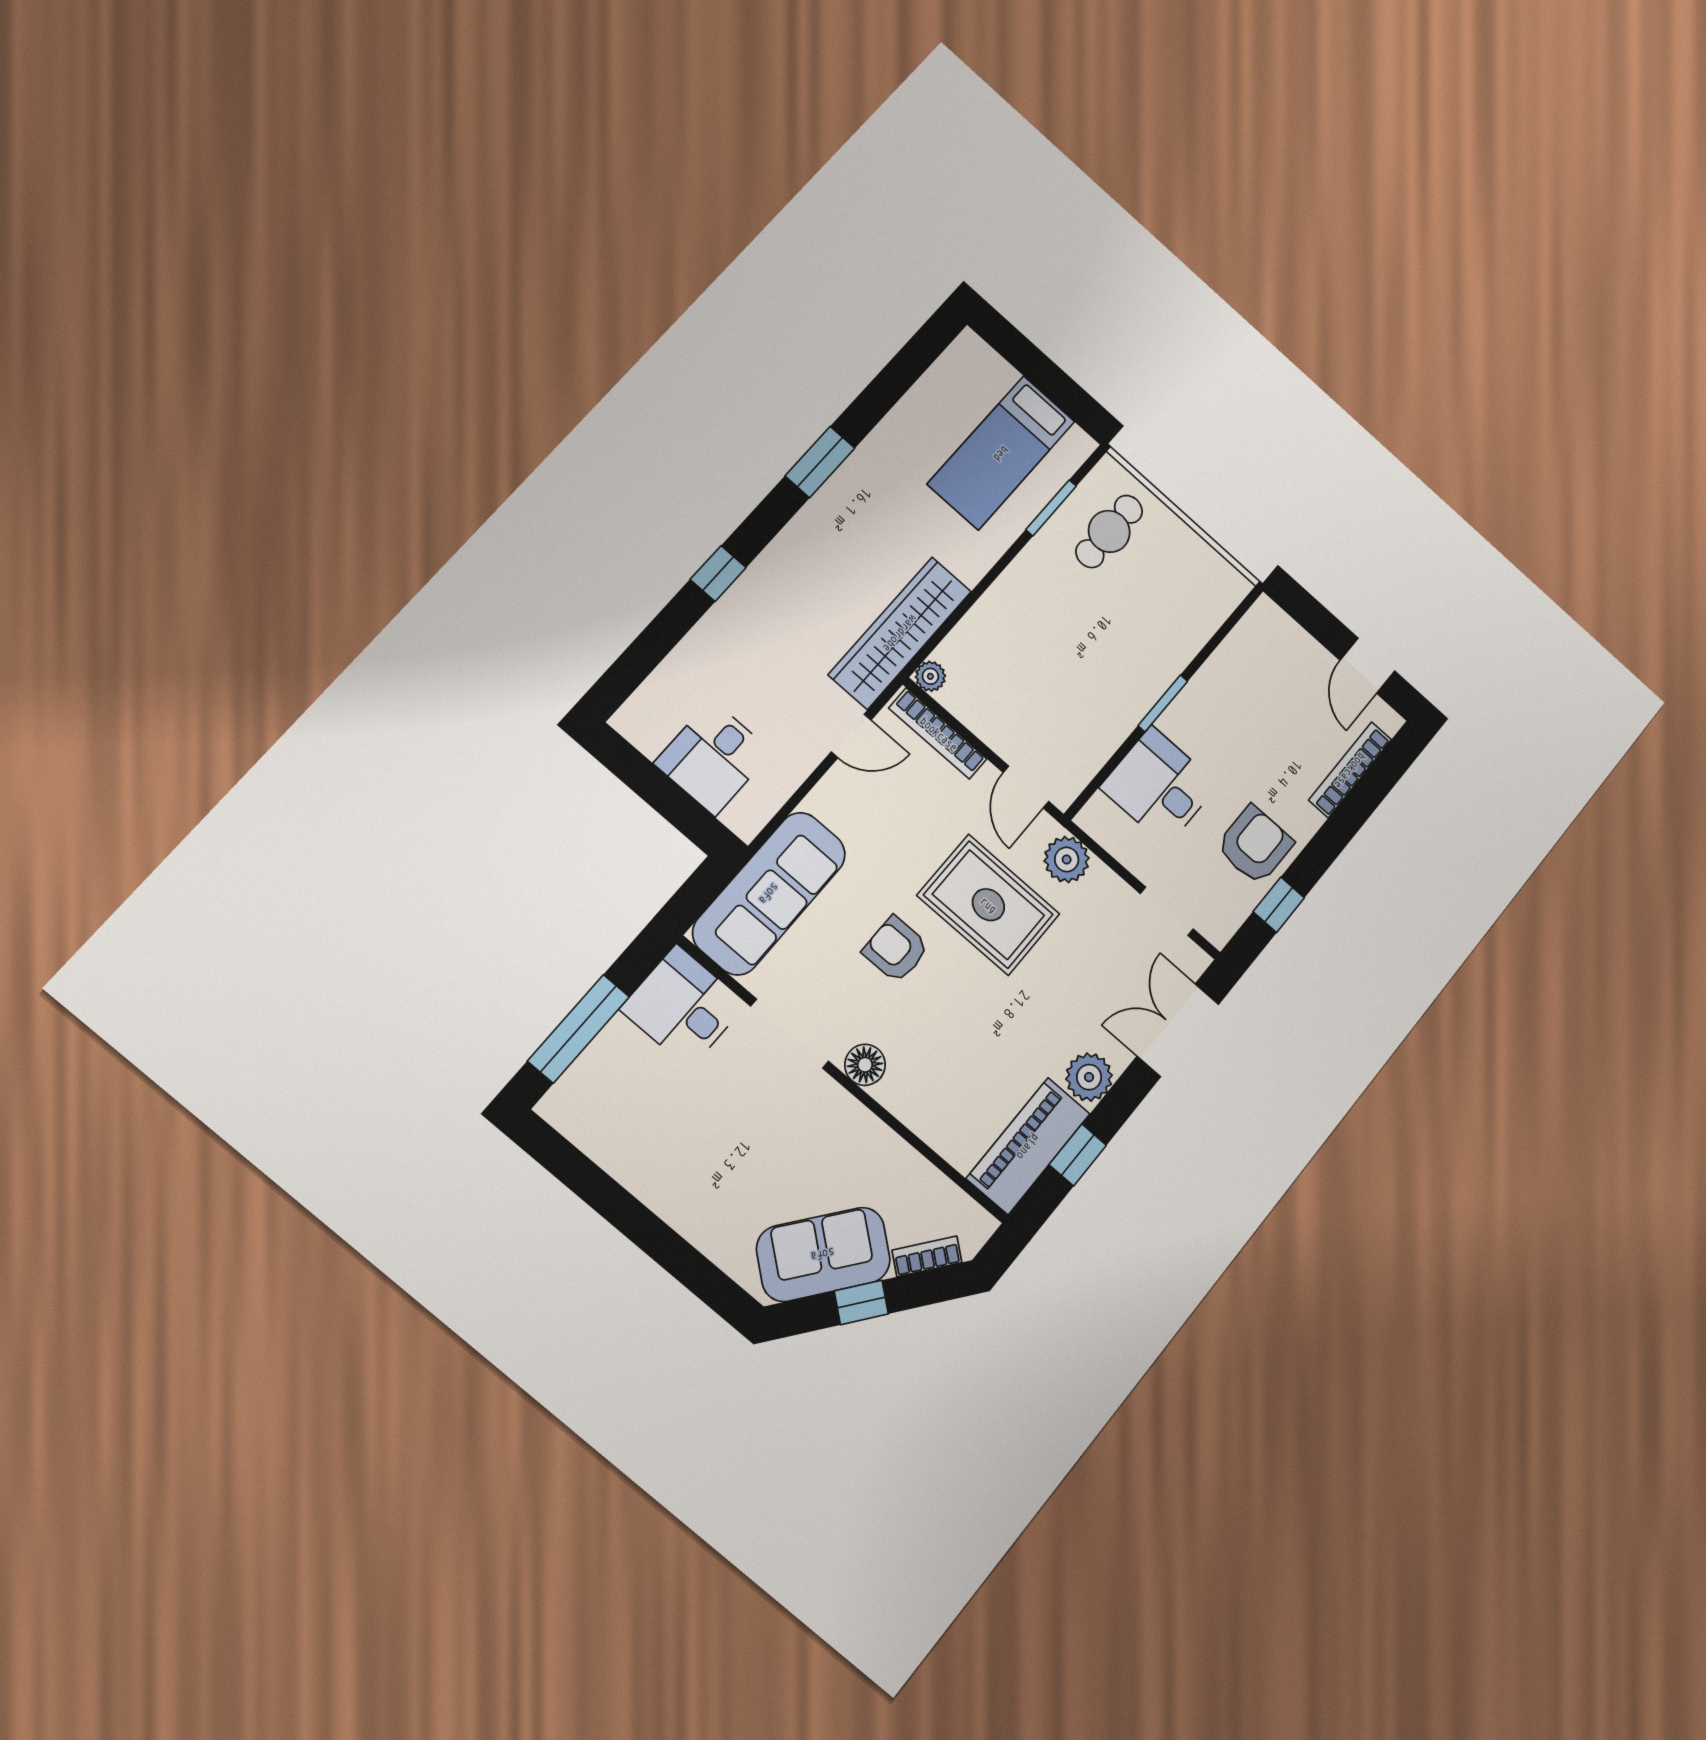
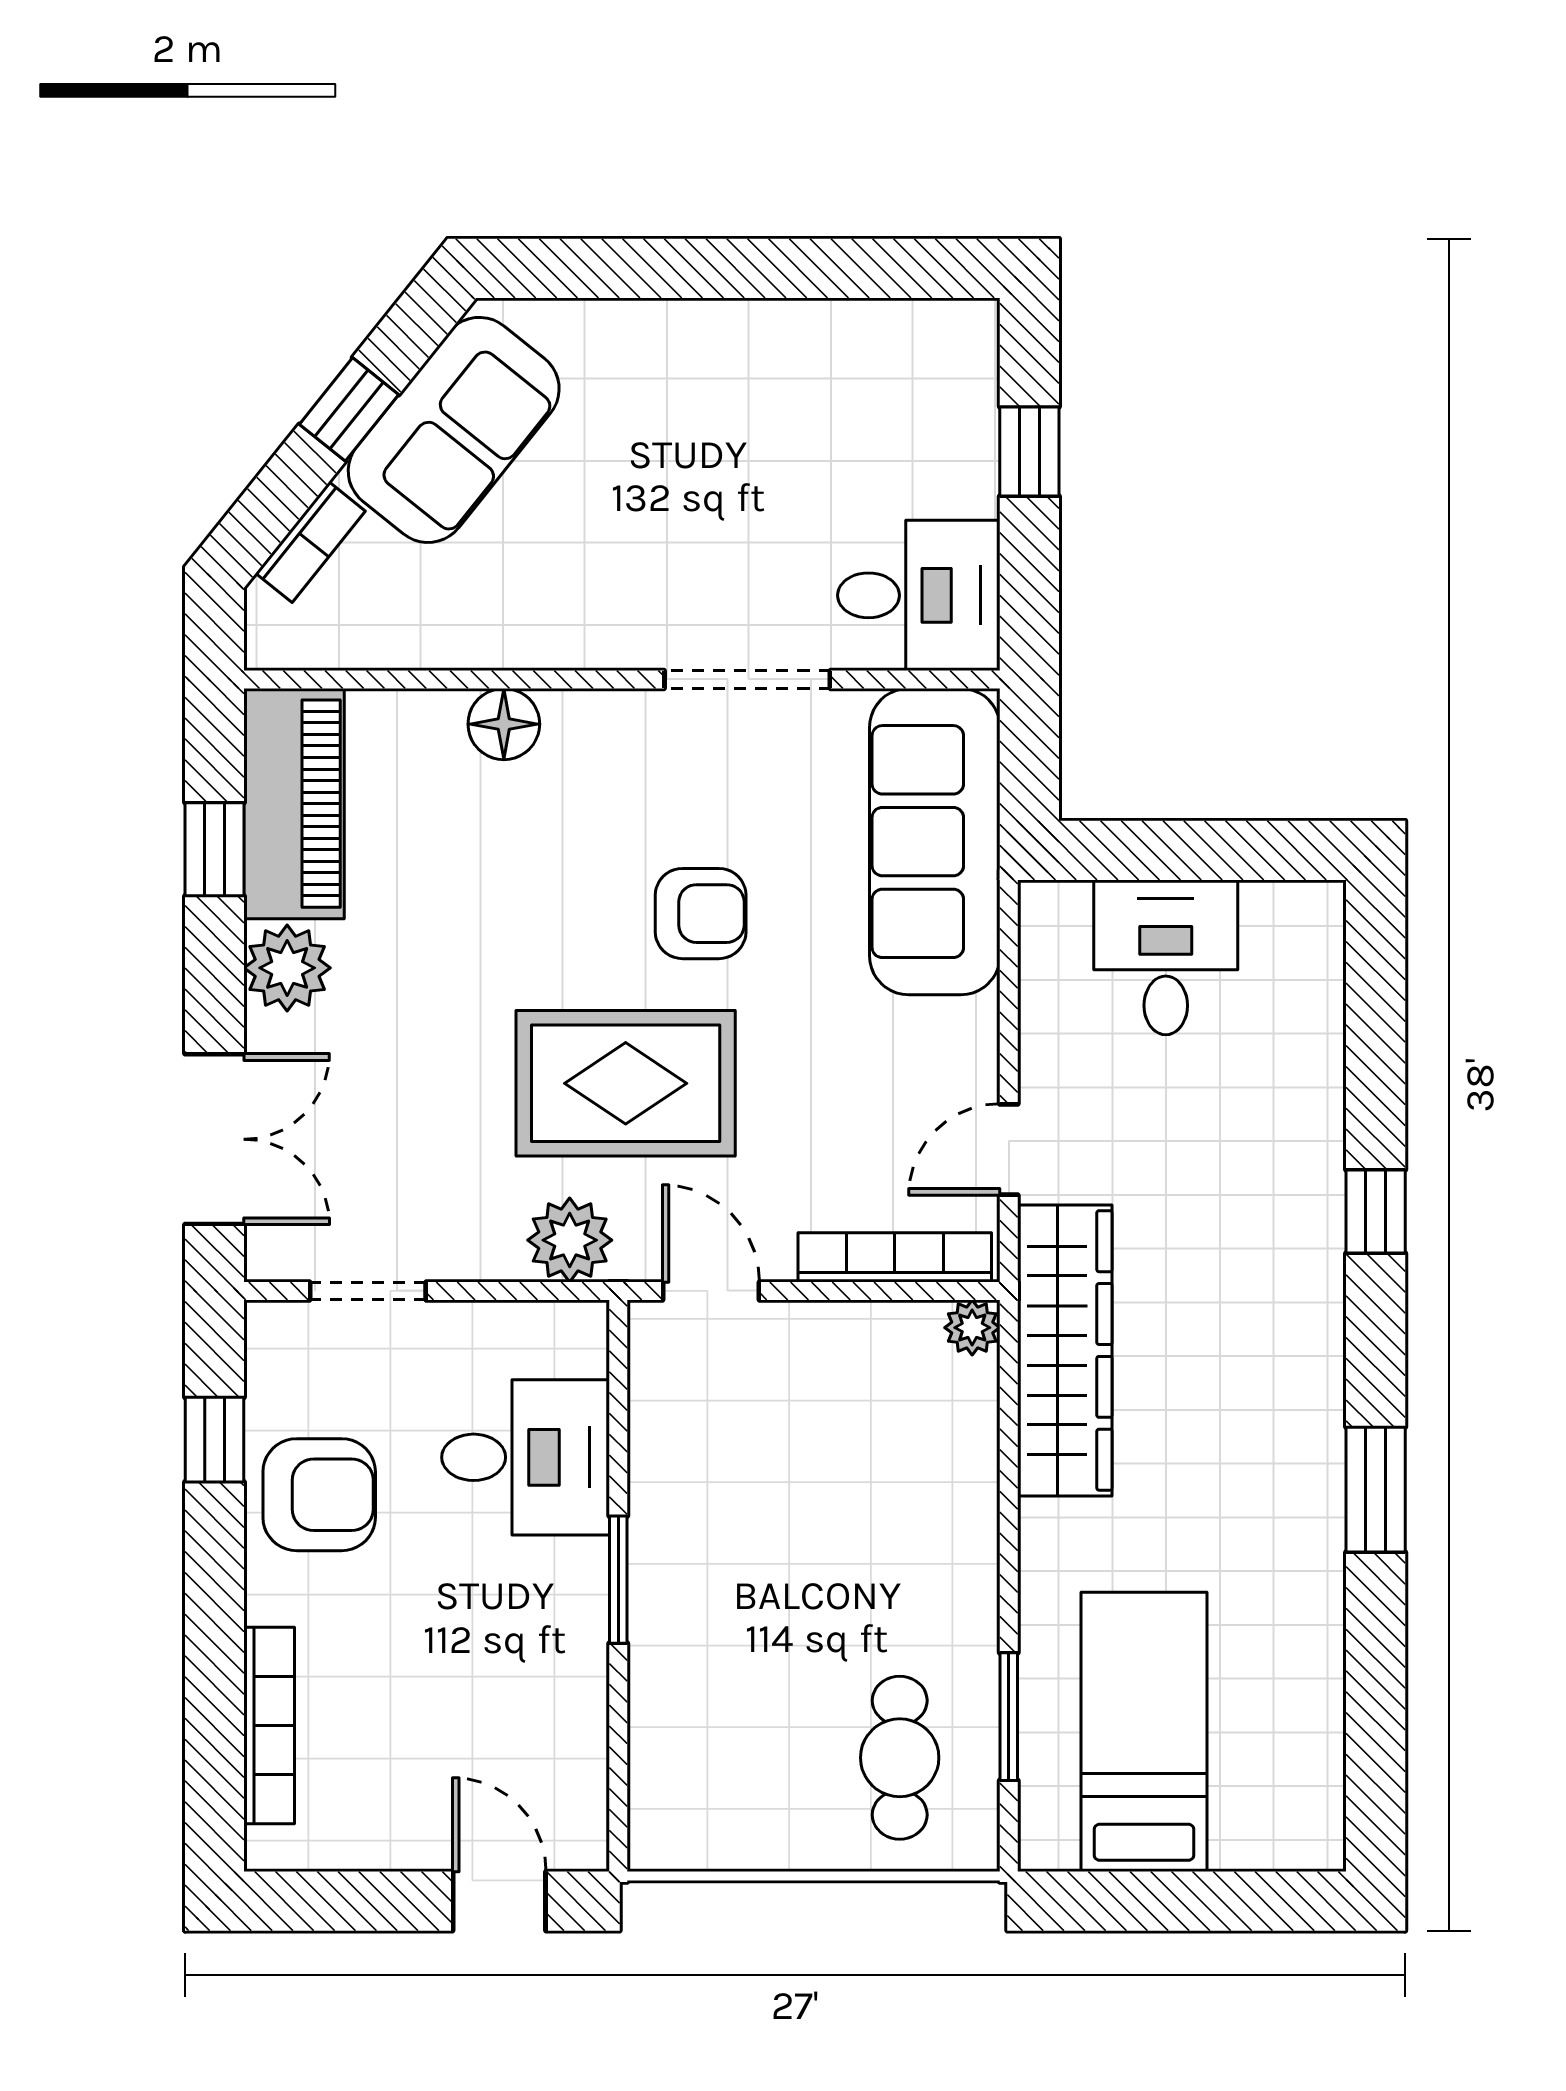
door: (1367, 666) -> (499, 1901), moved
armchair: (1255, 845) -> (319, 1495), turned -90
window: (578, 1029) -> (1029, 451), width x0.46
floor lamp: (865, 1065) -> (504, 724), moved

